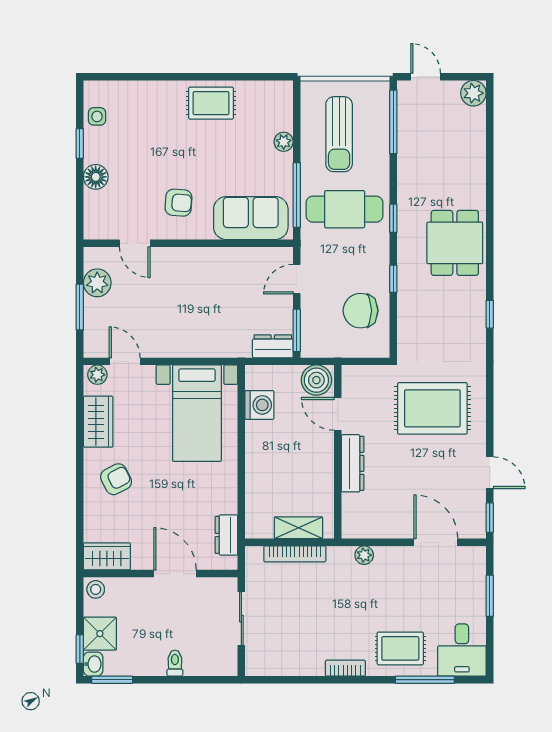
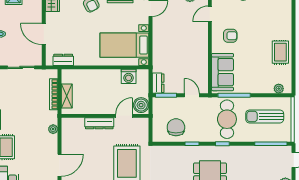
plant: (284, 142) -> (279, 89), moved
armchair: (178, 203) -> (230, 36), turned -94
door: (175, 574) -> (44, 34), swing flipped

